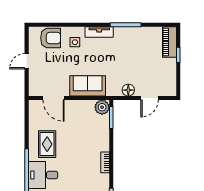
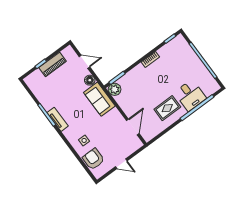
tv unit: (99, 32) -> (58, 119), moved
piano: (169, 42) -> (53, 64), moved
sofa: (88, 86) -> (99, 99), moved

